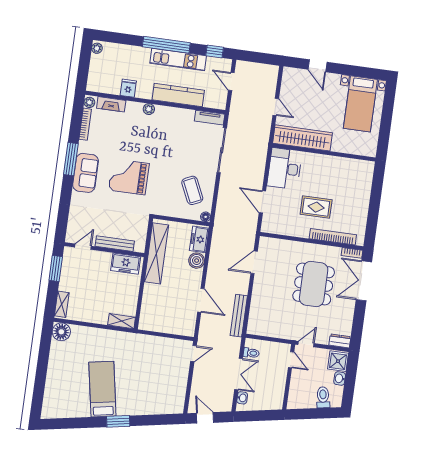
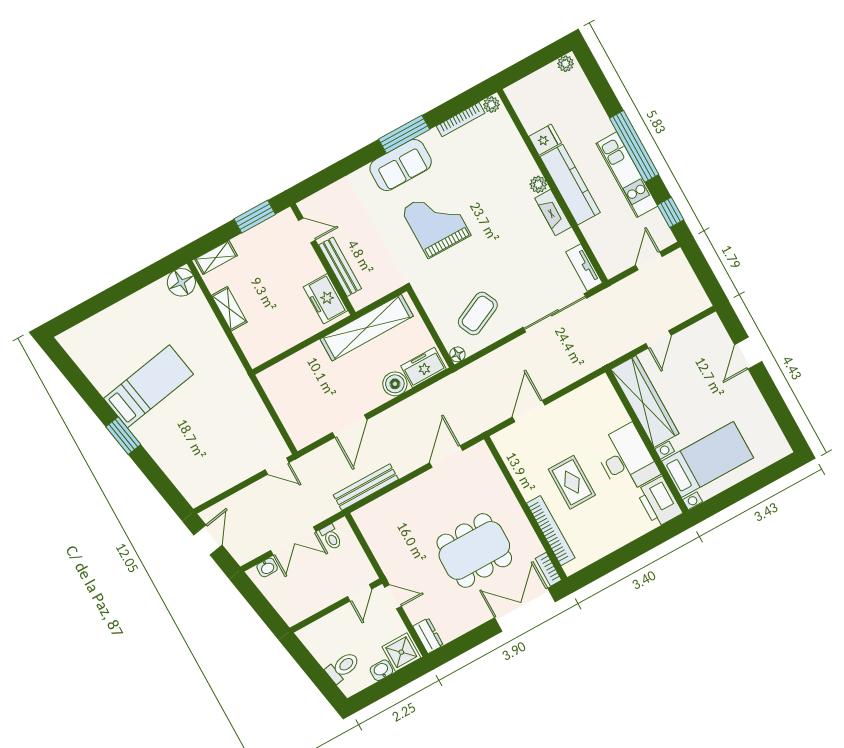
kitchen counter: (178, 95) -> (570, 185), moved
fireplace: (111, 104) -> (553, 212), moved
bed with nightstands: (360, 104) -> (707, 460), moved, turned 180
desk: (285, 169) -> (626, 459), moved, turned 90
printer: (360, 169) -> (659, 502), added
door: (254, 262) -> (446, 457), hinge flipped
shelving: (122, 321) -> (229, 309), moved

